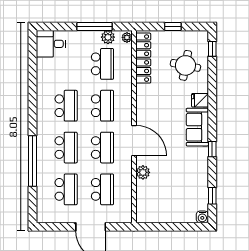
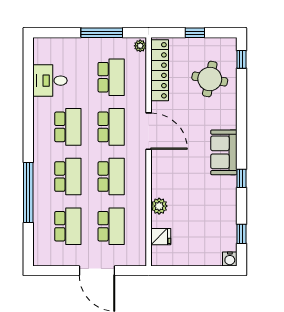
plant: (108, 37) -> (118, 45), removed
desk: (51, 44) -> (50, 81), moved
fridge: (200, 100) -> (161, 237), moved, turned 180
door: (134, 141) -> (149, 131), moved

